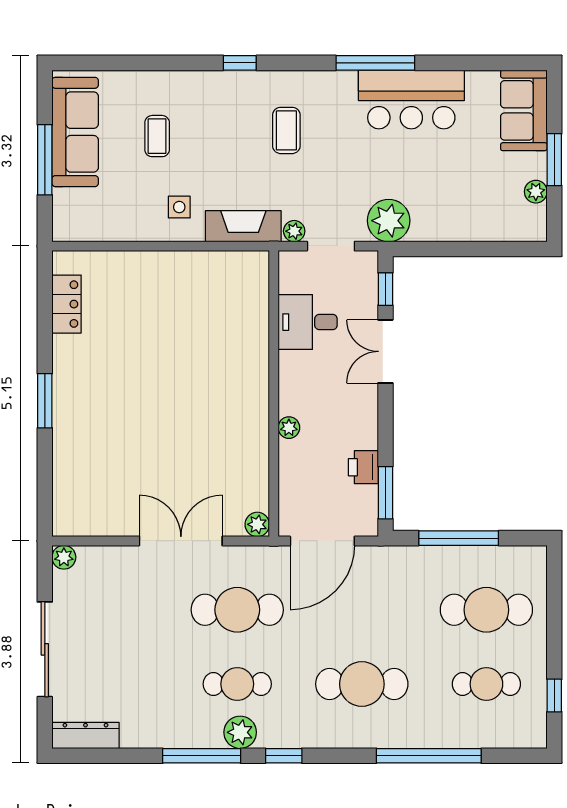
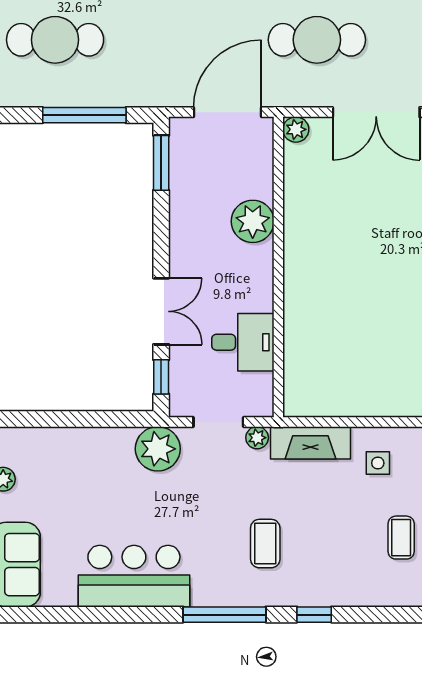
window: (375, 63) -> (224, 615), moved
plant: (289, 428) -> (253, 221), width x1.87, depth x1.87
printer: (363, 467) -> (184, 190), removed

